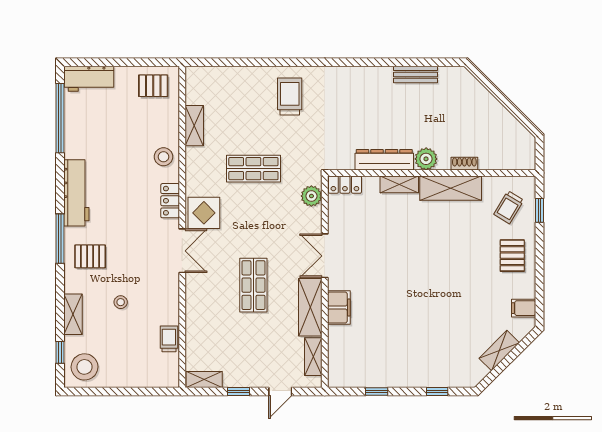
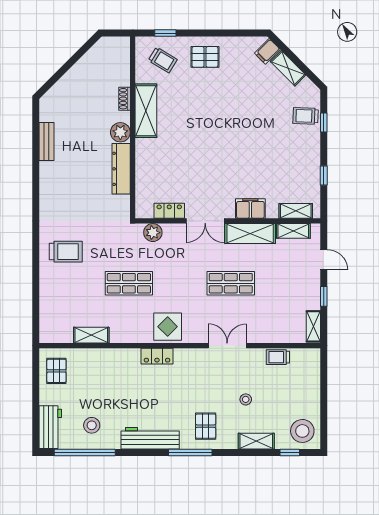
trolley: (290, 96) -> (66, 252), turned 180
stool: (163, 157) -> (92, 425), moved
shop shelf: (253, 169) -> (129, 283), turned 90
shelving: (399, 184) -> (296, 211), moved, turned 90
locker: (345, 185) -> (169, 211), moved, turned -90
double door: (182, 251) -> (227, 346), moved
filing cabinet: (524, 308) -> (267, 51), moved, turned 45
trolley: (445, 371) -> (306, 116), added

